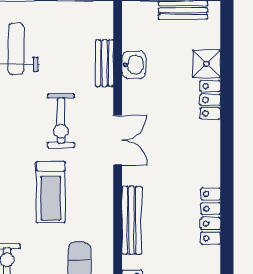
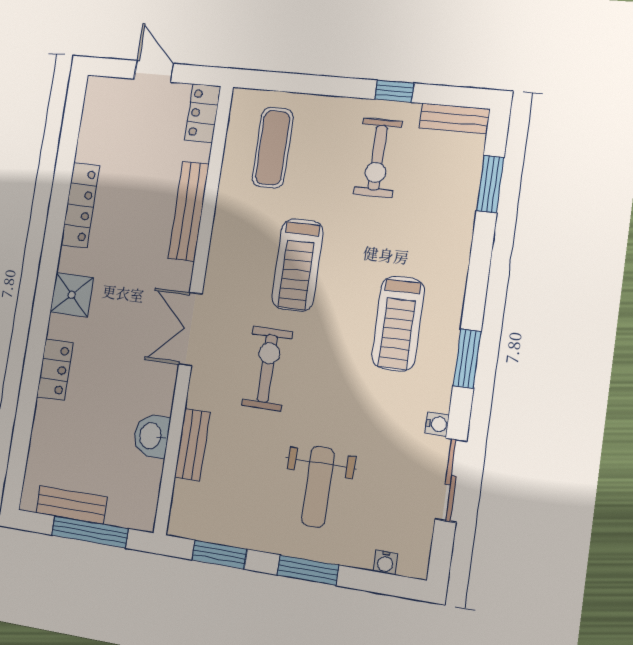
shower: (207, 64) -> (72, 295), moved
treadmill: (51, 192) -> (297, 265), turned 180

